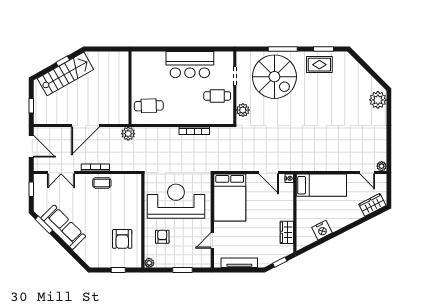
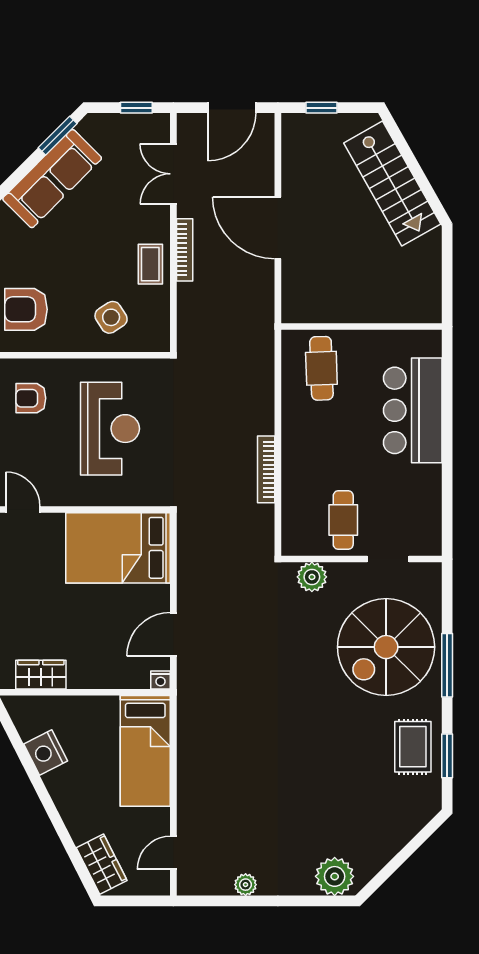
window: (63, 61) -> (421, 178), removed
bar counter: (190, 65) -> (413, 410), moved
plant: (128, 134) -> (260, 323), removed
plant: (382, 166) -> (246, 885), moved
side table: (126, 201) -> (111, 317), added
reception desk: (176, 201) -> (110, 429), width x0.74, depth x0.77
armchair: (162, 237) -> (31, 398), turned 180

